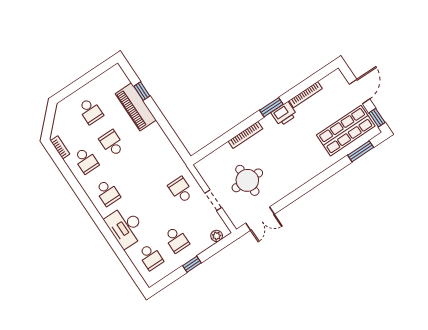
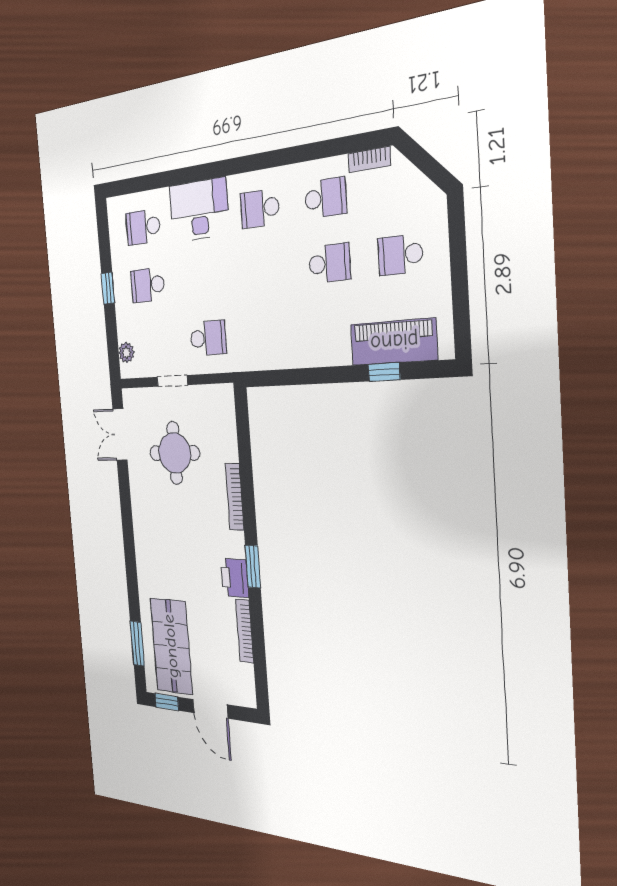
piano: (136, 107) -> (394, 342), moved
school desk: (86, 161) -> (325, 198), turned 180

